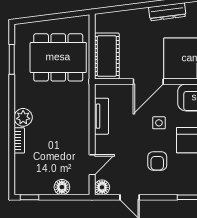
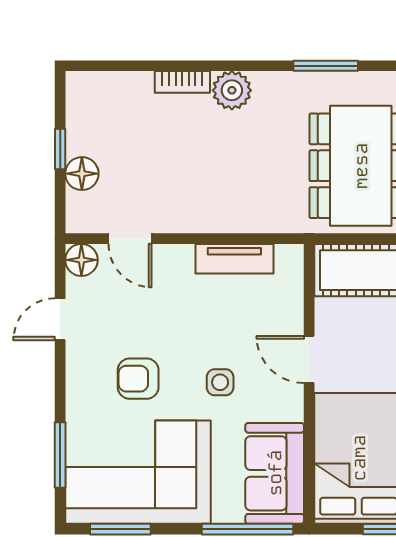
window: (12, 59) -> (326, 66), moved
door: (148, 81) -> (309, 360), width x0.73
window: (29, 197) -> (60, 149), moved

